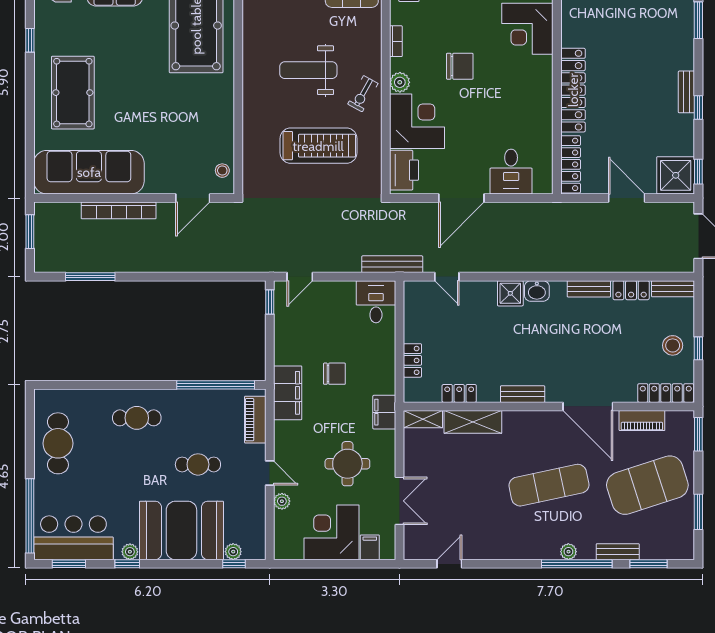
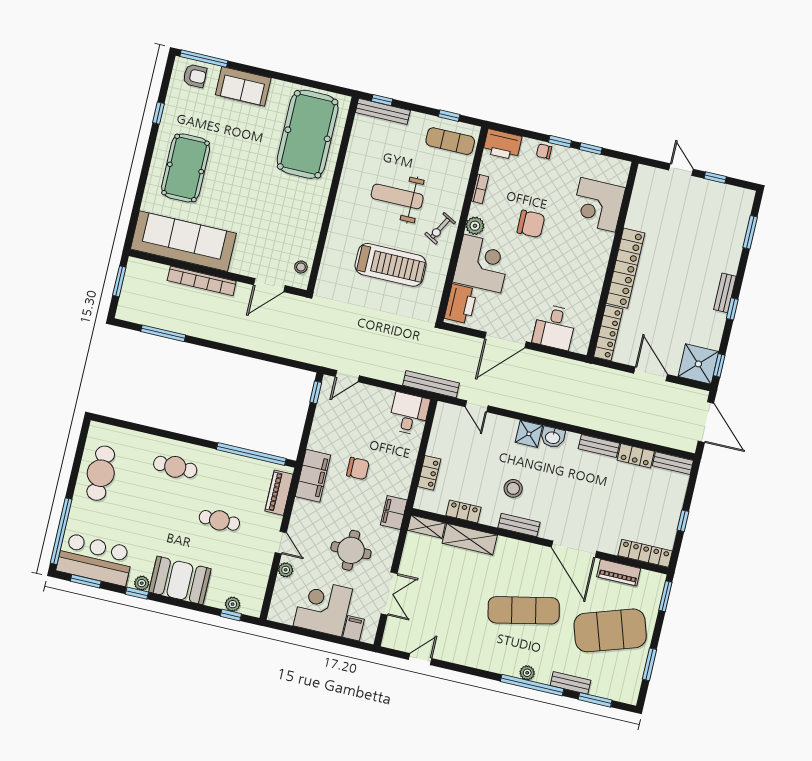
stool: (673, 345) -> (513, 488), moved
booth: (181, 530) -> (180, 580), width x0.73, depth x0.70

